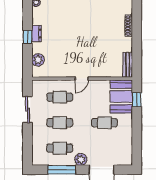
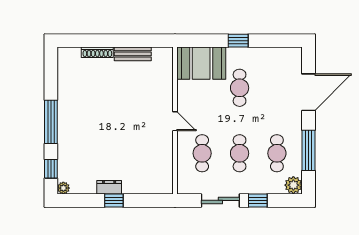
plant: (38, 60) -> (148, 185), removed
bench: (128, 65) -> (133, 54), moved
window: (137, 100) -> (238, 41), moved
window: (27, 135) -> (258, 200), added
plant: (81, 159) -> (293, 185), moved

